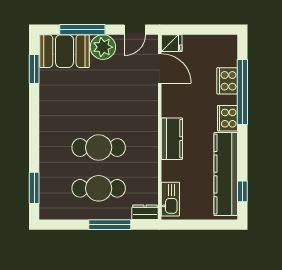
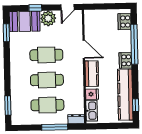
window: (82, 30) -> (35, 8), width x0.46
fridge: (172, 43) -> (92, 94), moved
door: (160, 68) -> (84, 49), moved
cooker: (227, 81) -> (125, 22), moved
cafe table: (99, 107) -> (46, 55), added

